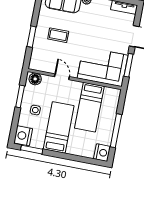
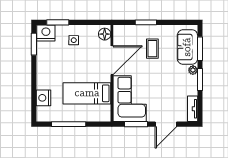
door: (62, 77) -> (112, 60), width x1.87
window: (20, 96) -> (58, 22), moved
bed: (59, 127) -> (61, 67), removed
nightstand: (102, 153) -> (43, 98), moved, turned 90

